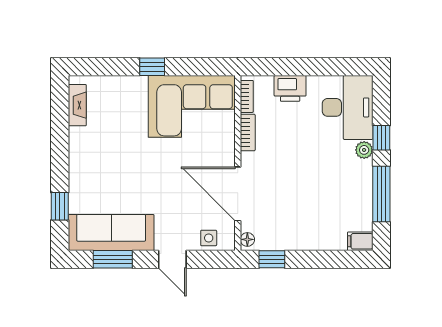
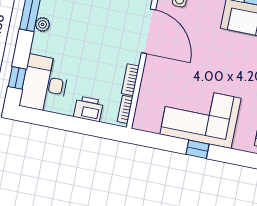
corner sofa: (192, 106) -> (200, 116), moved
window: (381, 138) -> (17, 78), moved
plant: (364, 150) -> (43, 24), moved

